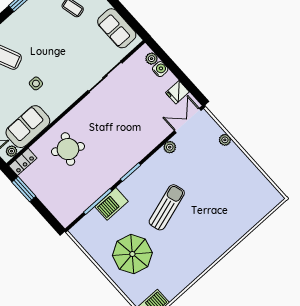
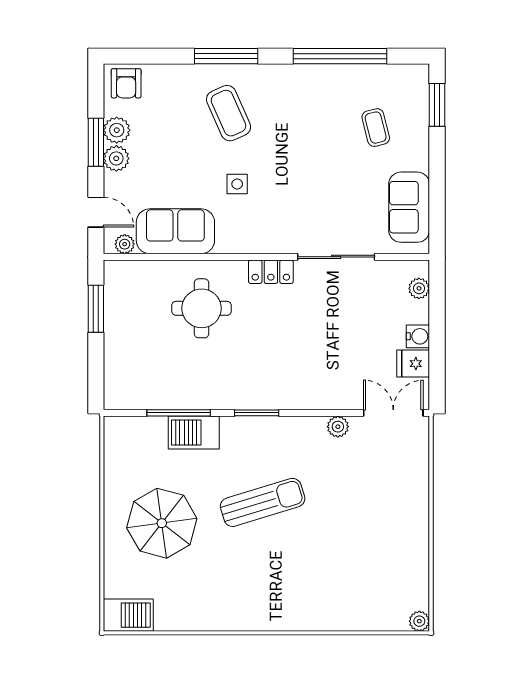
water cooler: (160, 69) -> (418, 336), moved
plant: (225, 140) -> (419, 621), moved
round table: (68, 149) -> (202, 308), turned -30
locker: (23, 162) -> (271, 272), moved

